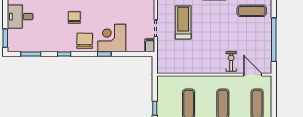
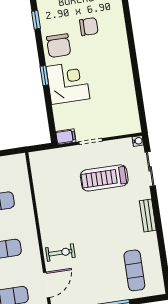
treadmill: (183, 23) -> (104, 178), turned 180
chair: (85, 41) -> (59, 46), turned 89

